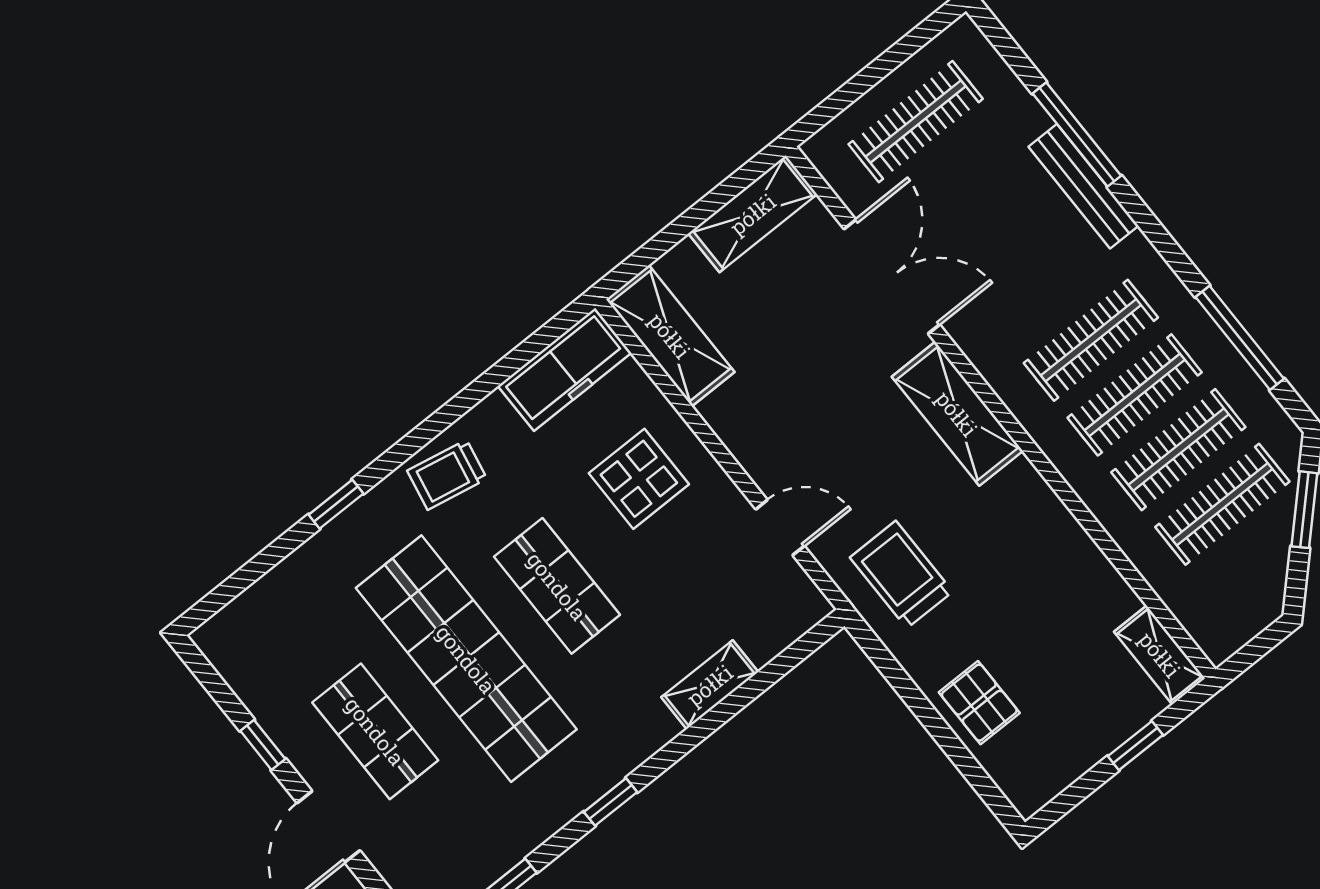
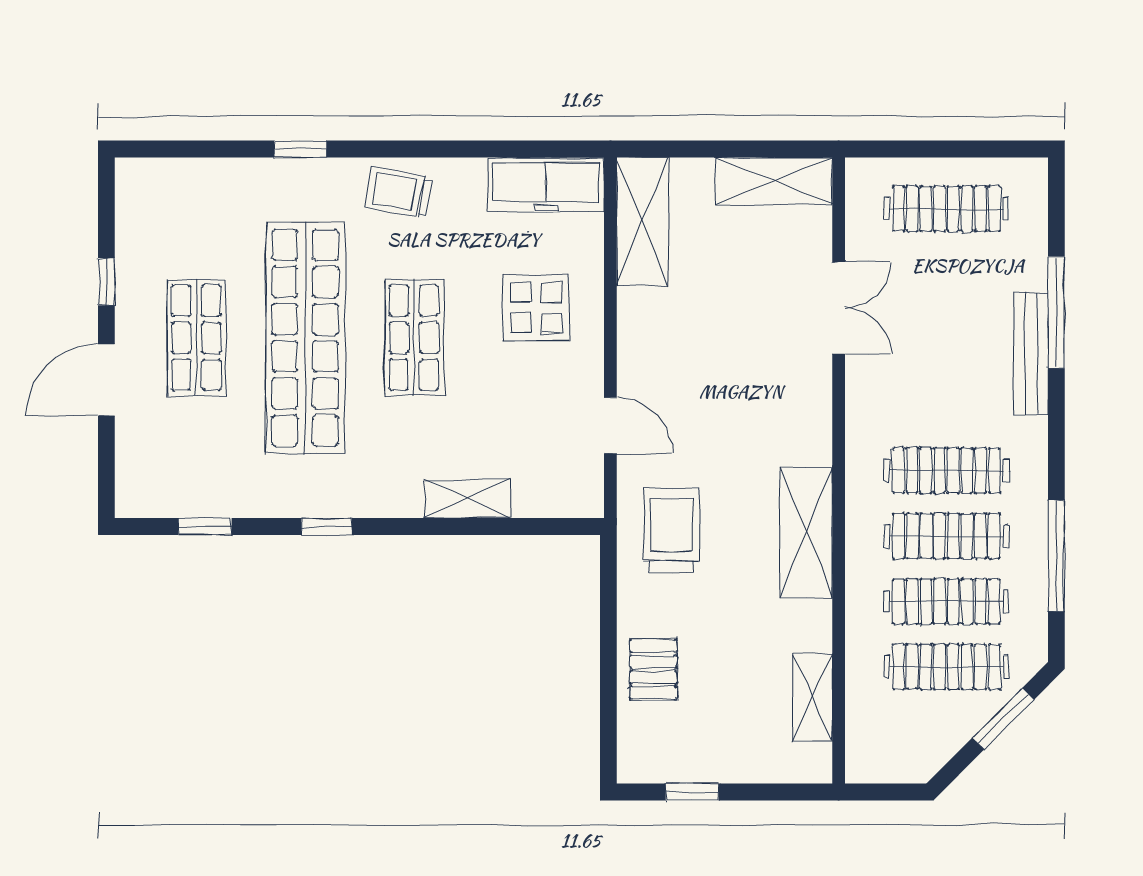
double door: (892, 277) -> (839, 308), width x0.73
shelving: (957, 414) -> (806, 532), moved
shelving: (1160, 655) -> (813, 697), moved
window: (1135, 746) -> (692, 792), moved

